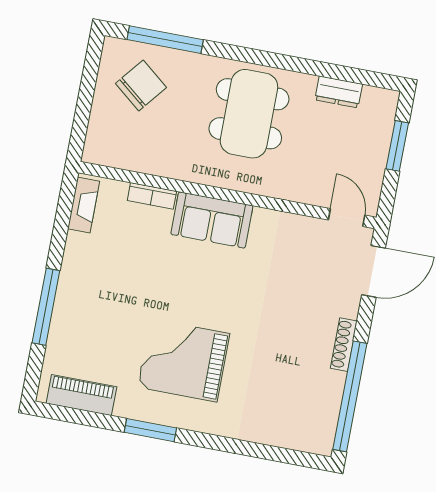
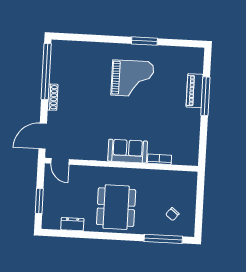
chair: (141, 85) -> (172, 214), width x0.54, depth x0.54
fireplace: (84, 205) -> (193, 150), removed
piano: (81, 395) -> (195, 91), moved, turned 90

